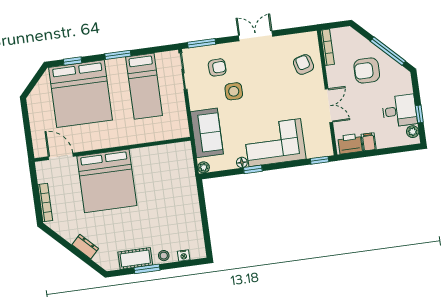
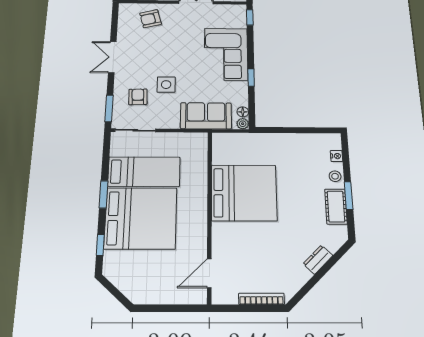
bed: (80, 94) -> (141, 218), moved
floor lamp: (242, 162) -> (243, 112), moved
bed: (107, 181) -> (244, 193), moved

